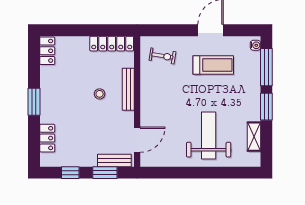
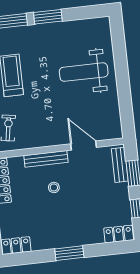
shelving: (254, 137) -> (80, 26), removed
locker: (47, 138) -> (119, 234), moved
door: (137, 140) -> (84, 146), moved

